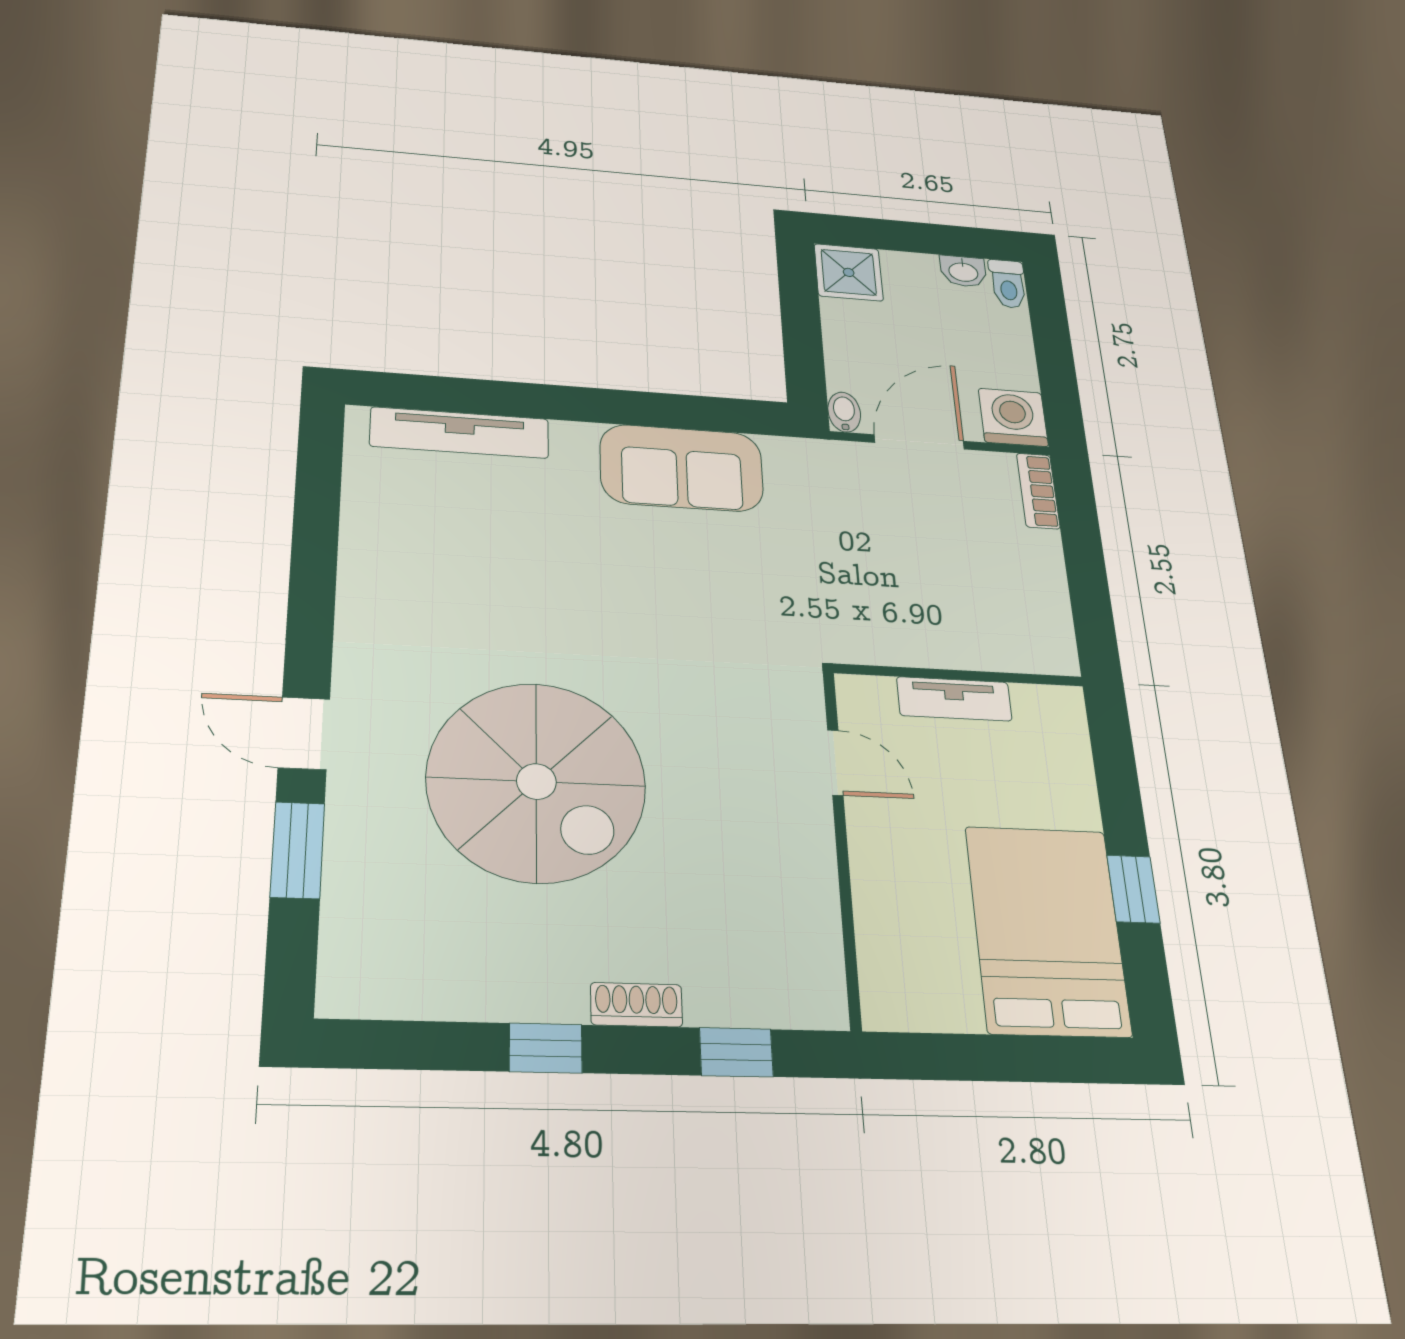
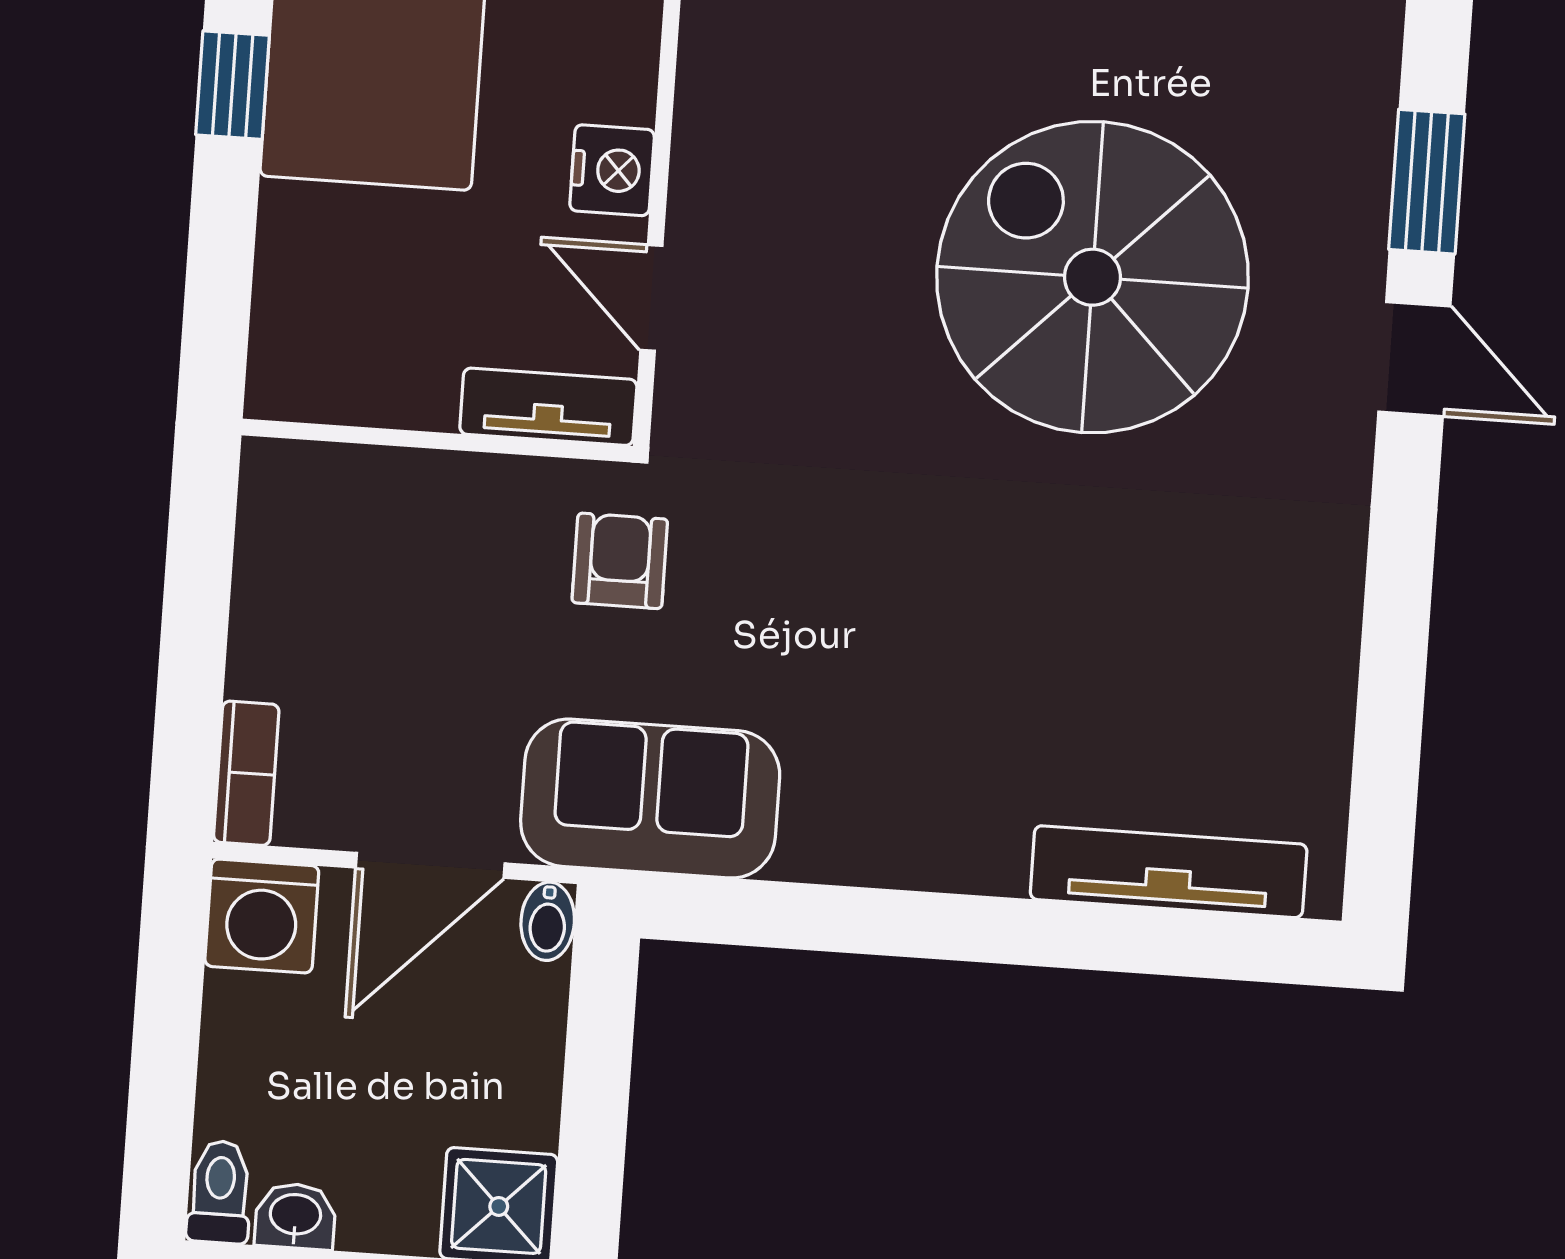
sofa: (682, 468) -> (650, 798), moved
armchair: (832, 606) -> (620, 561), added
tv unit: (954, 699) -> (548, 407), moved
nightstand: (874, 842) -> (612, 170), added

